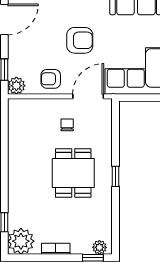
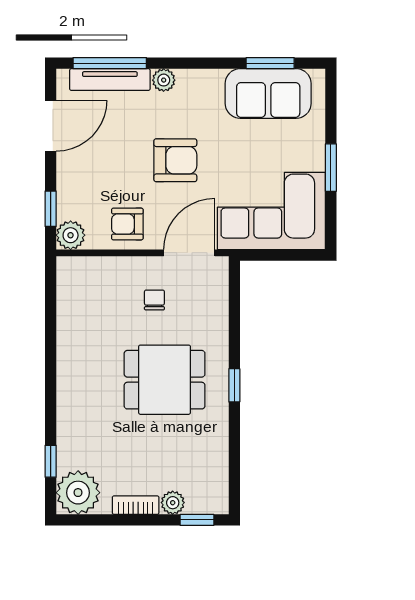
dining table: (73, 173) -> (165, 380), turned 90
plant: (99, 247) -> (173, 503), moved

